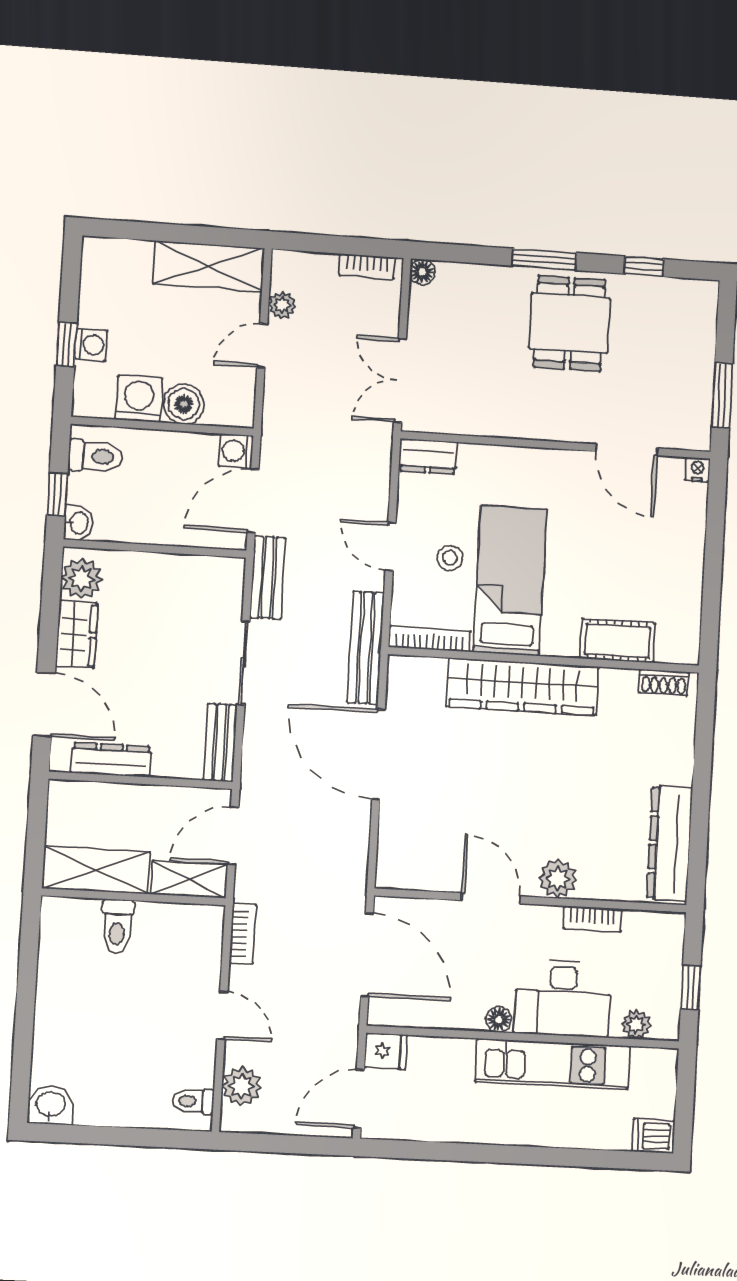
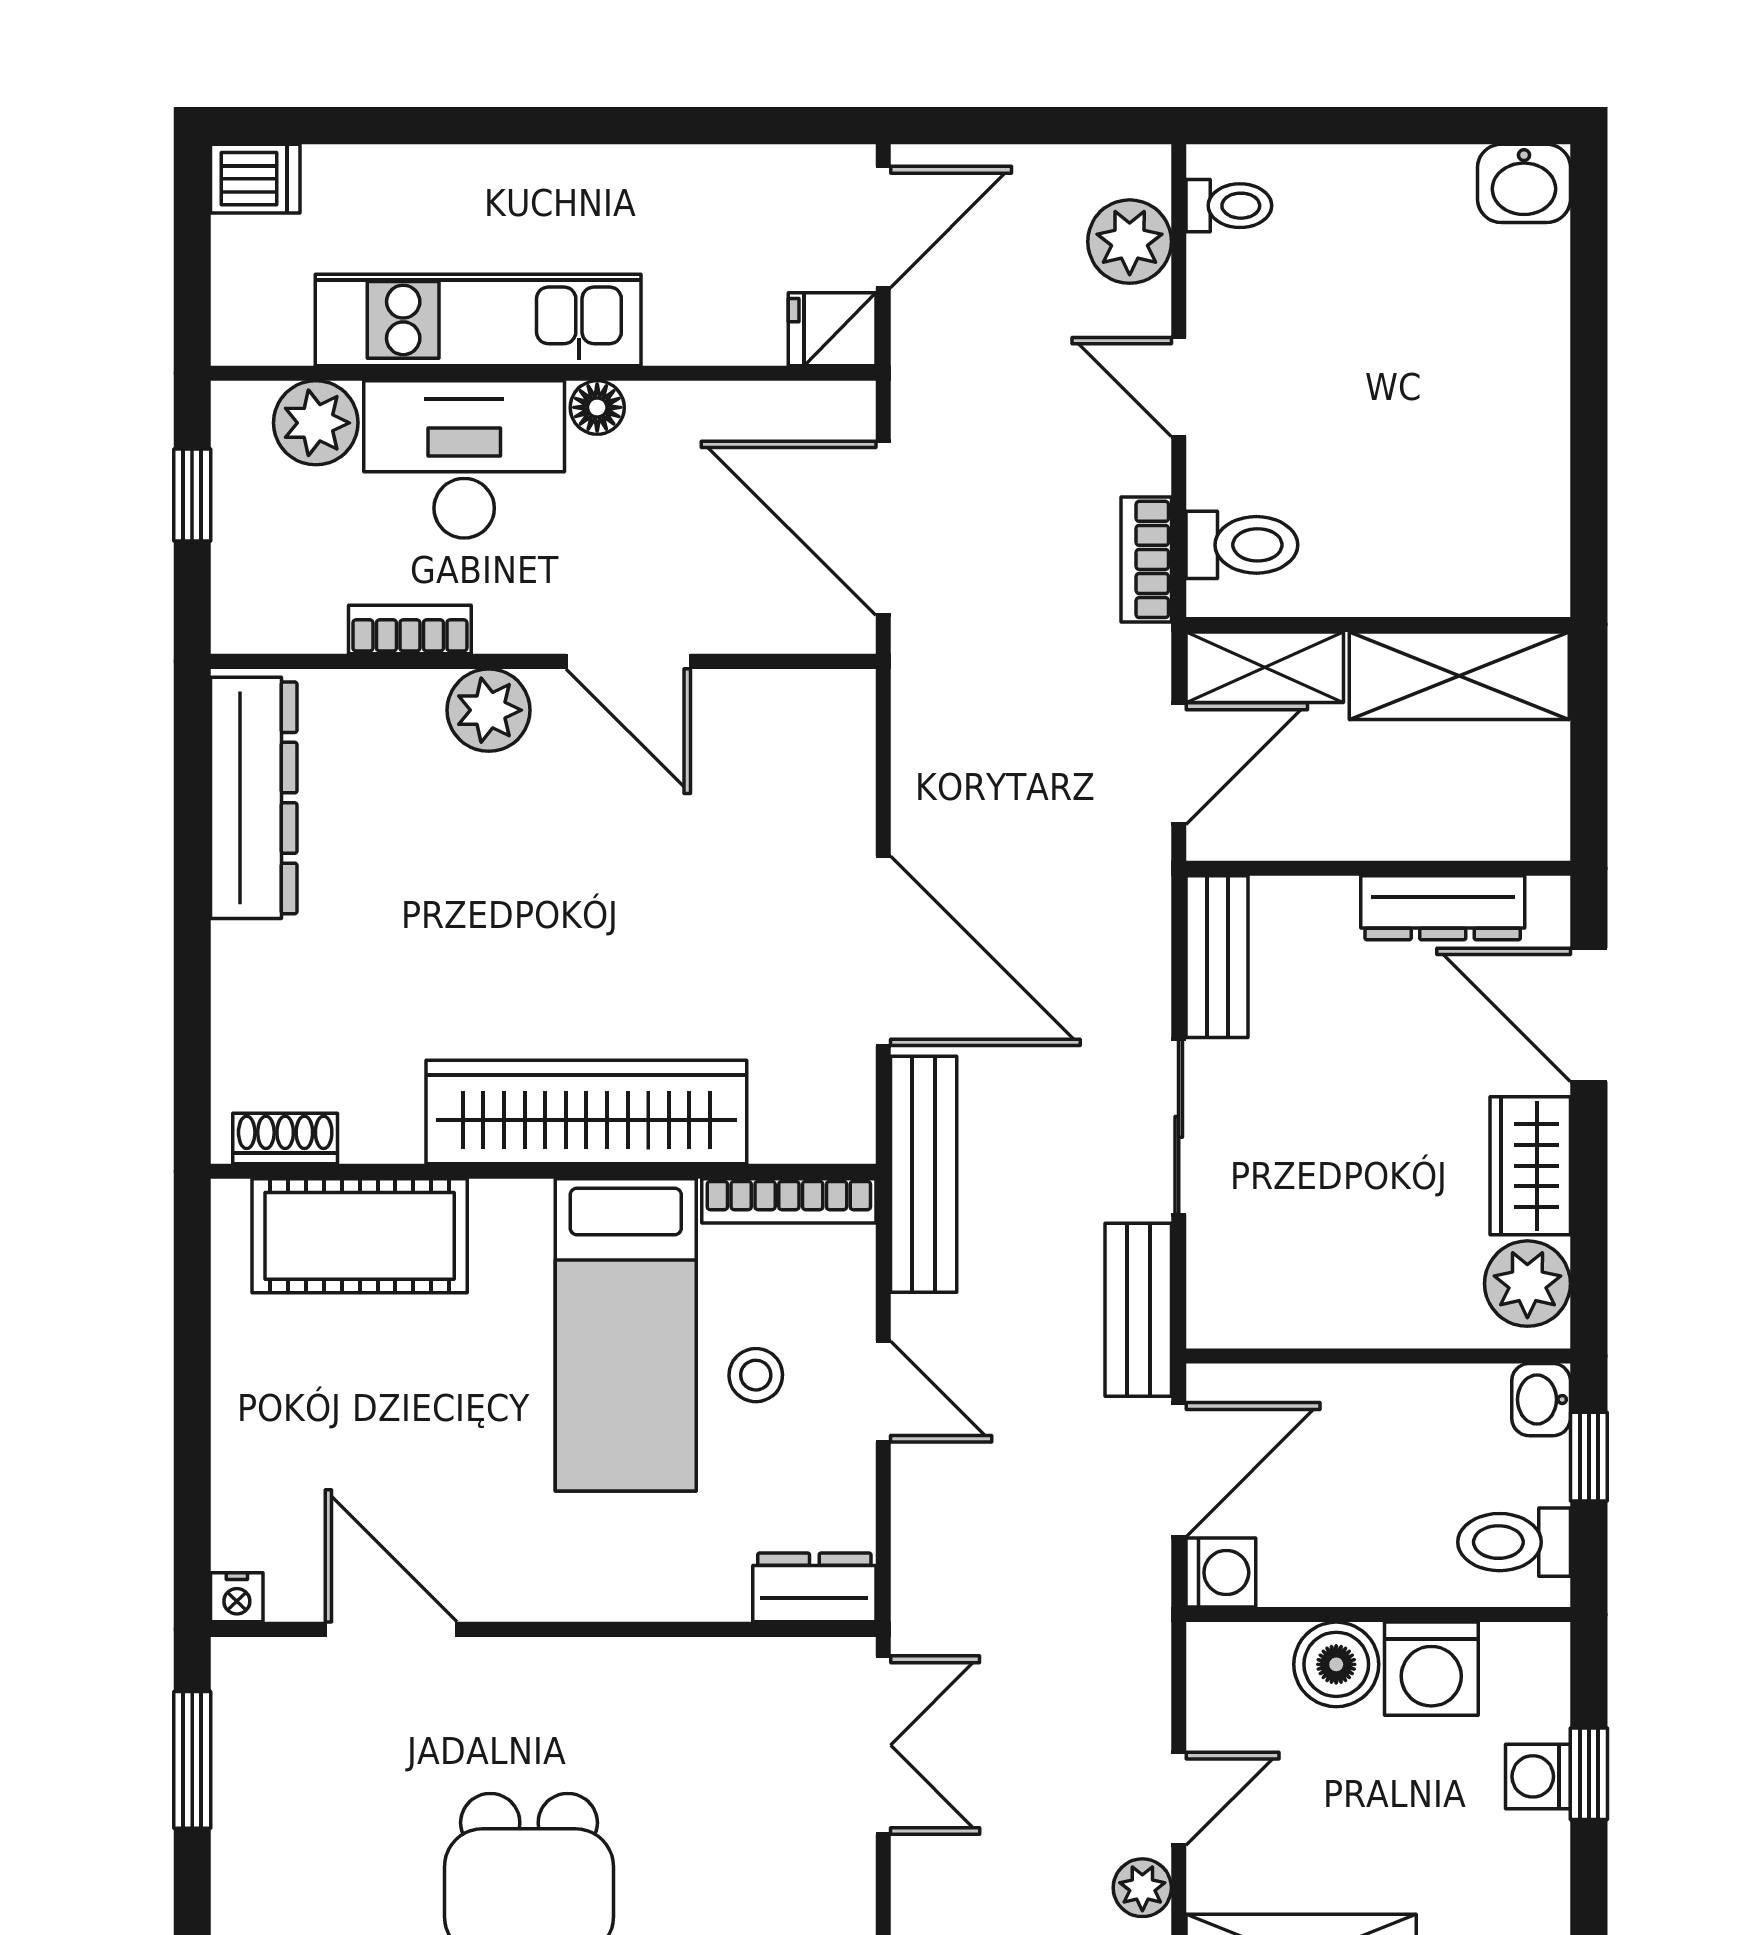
cot: (618, 641) -> (360, 1236), width x1.37, depth x1.34
toilet: (117, 926) -> (1242, 545), moved, turned 90
plant: (636, 1025) -> (316, 423), width x1.38, depth x1.38

